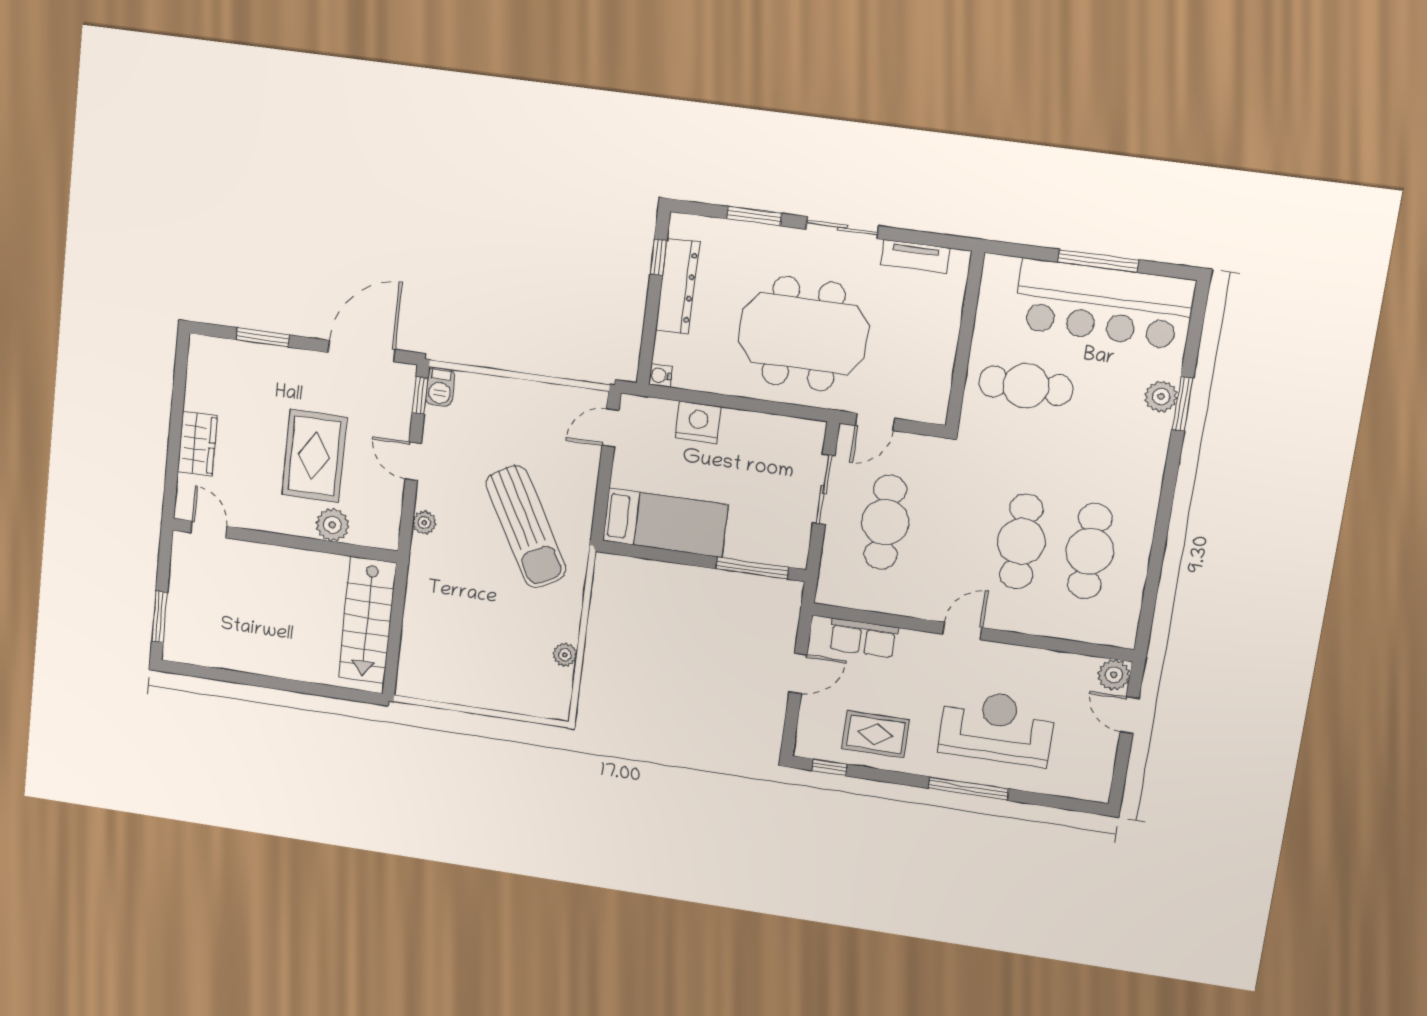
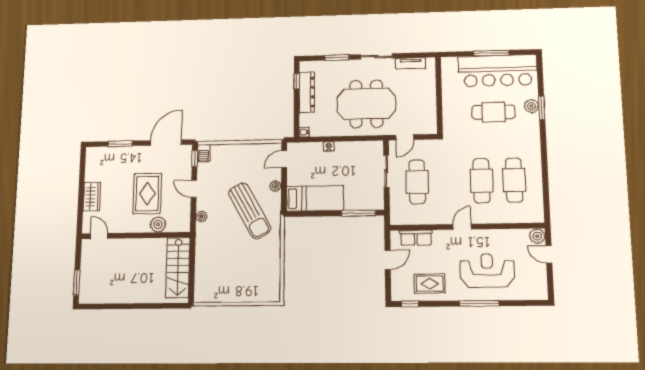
cafe table: (1026, 386) -> (493, 112), moved
nightstand: (698, 422) -> (329, 146), width x0.53, depth x0.56
plant: (565, 655) -> (275, 186), moved

